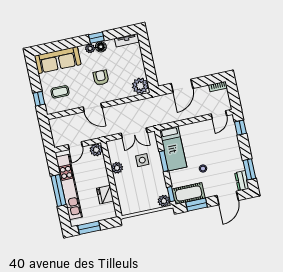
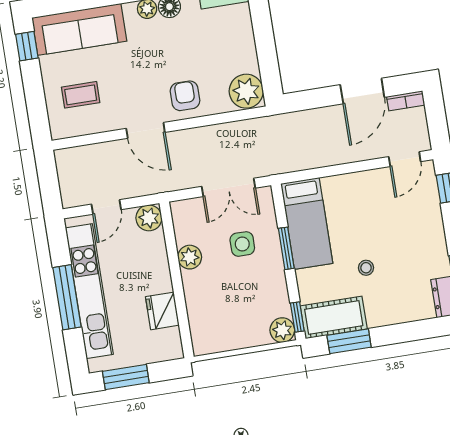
armchair: (101, 78) -> (185, 96), moved
door: (182, 86) -> (362, 91), moved
window: (39, 99) -> (27, 46), moved
door: (228, 198) -> (413, 331), removed

